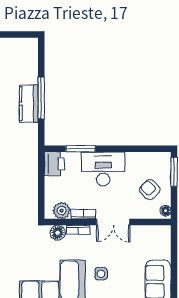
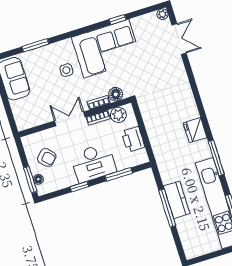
window: (125, 149) -> (79, 187), added
printer: (54, 164) -> (133, 139), moved
floor lamp: (166, 211) -> (38, 179), moved

